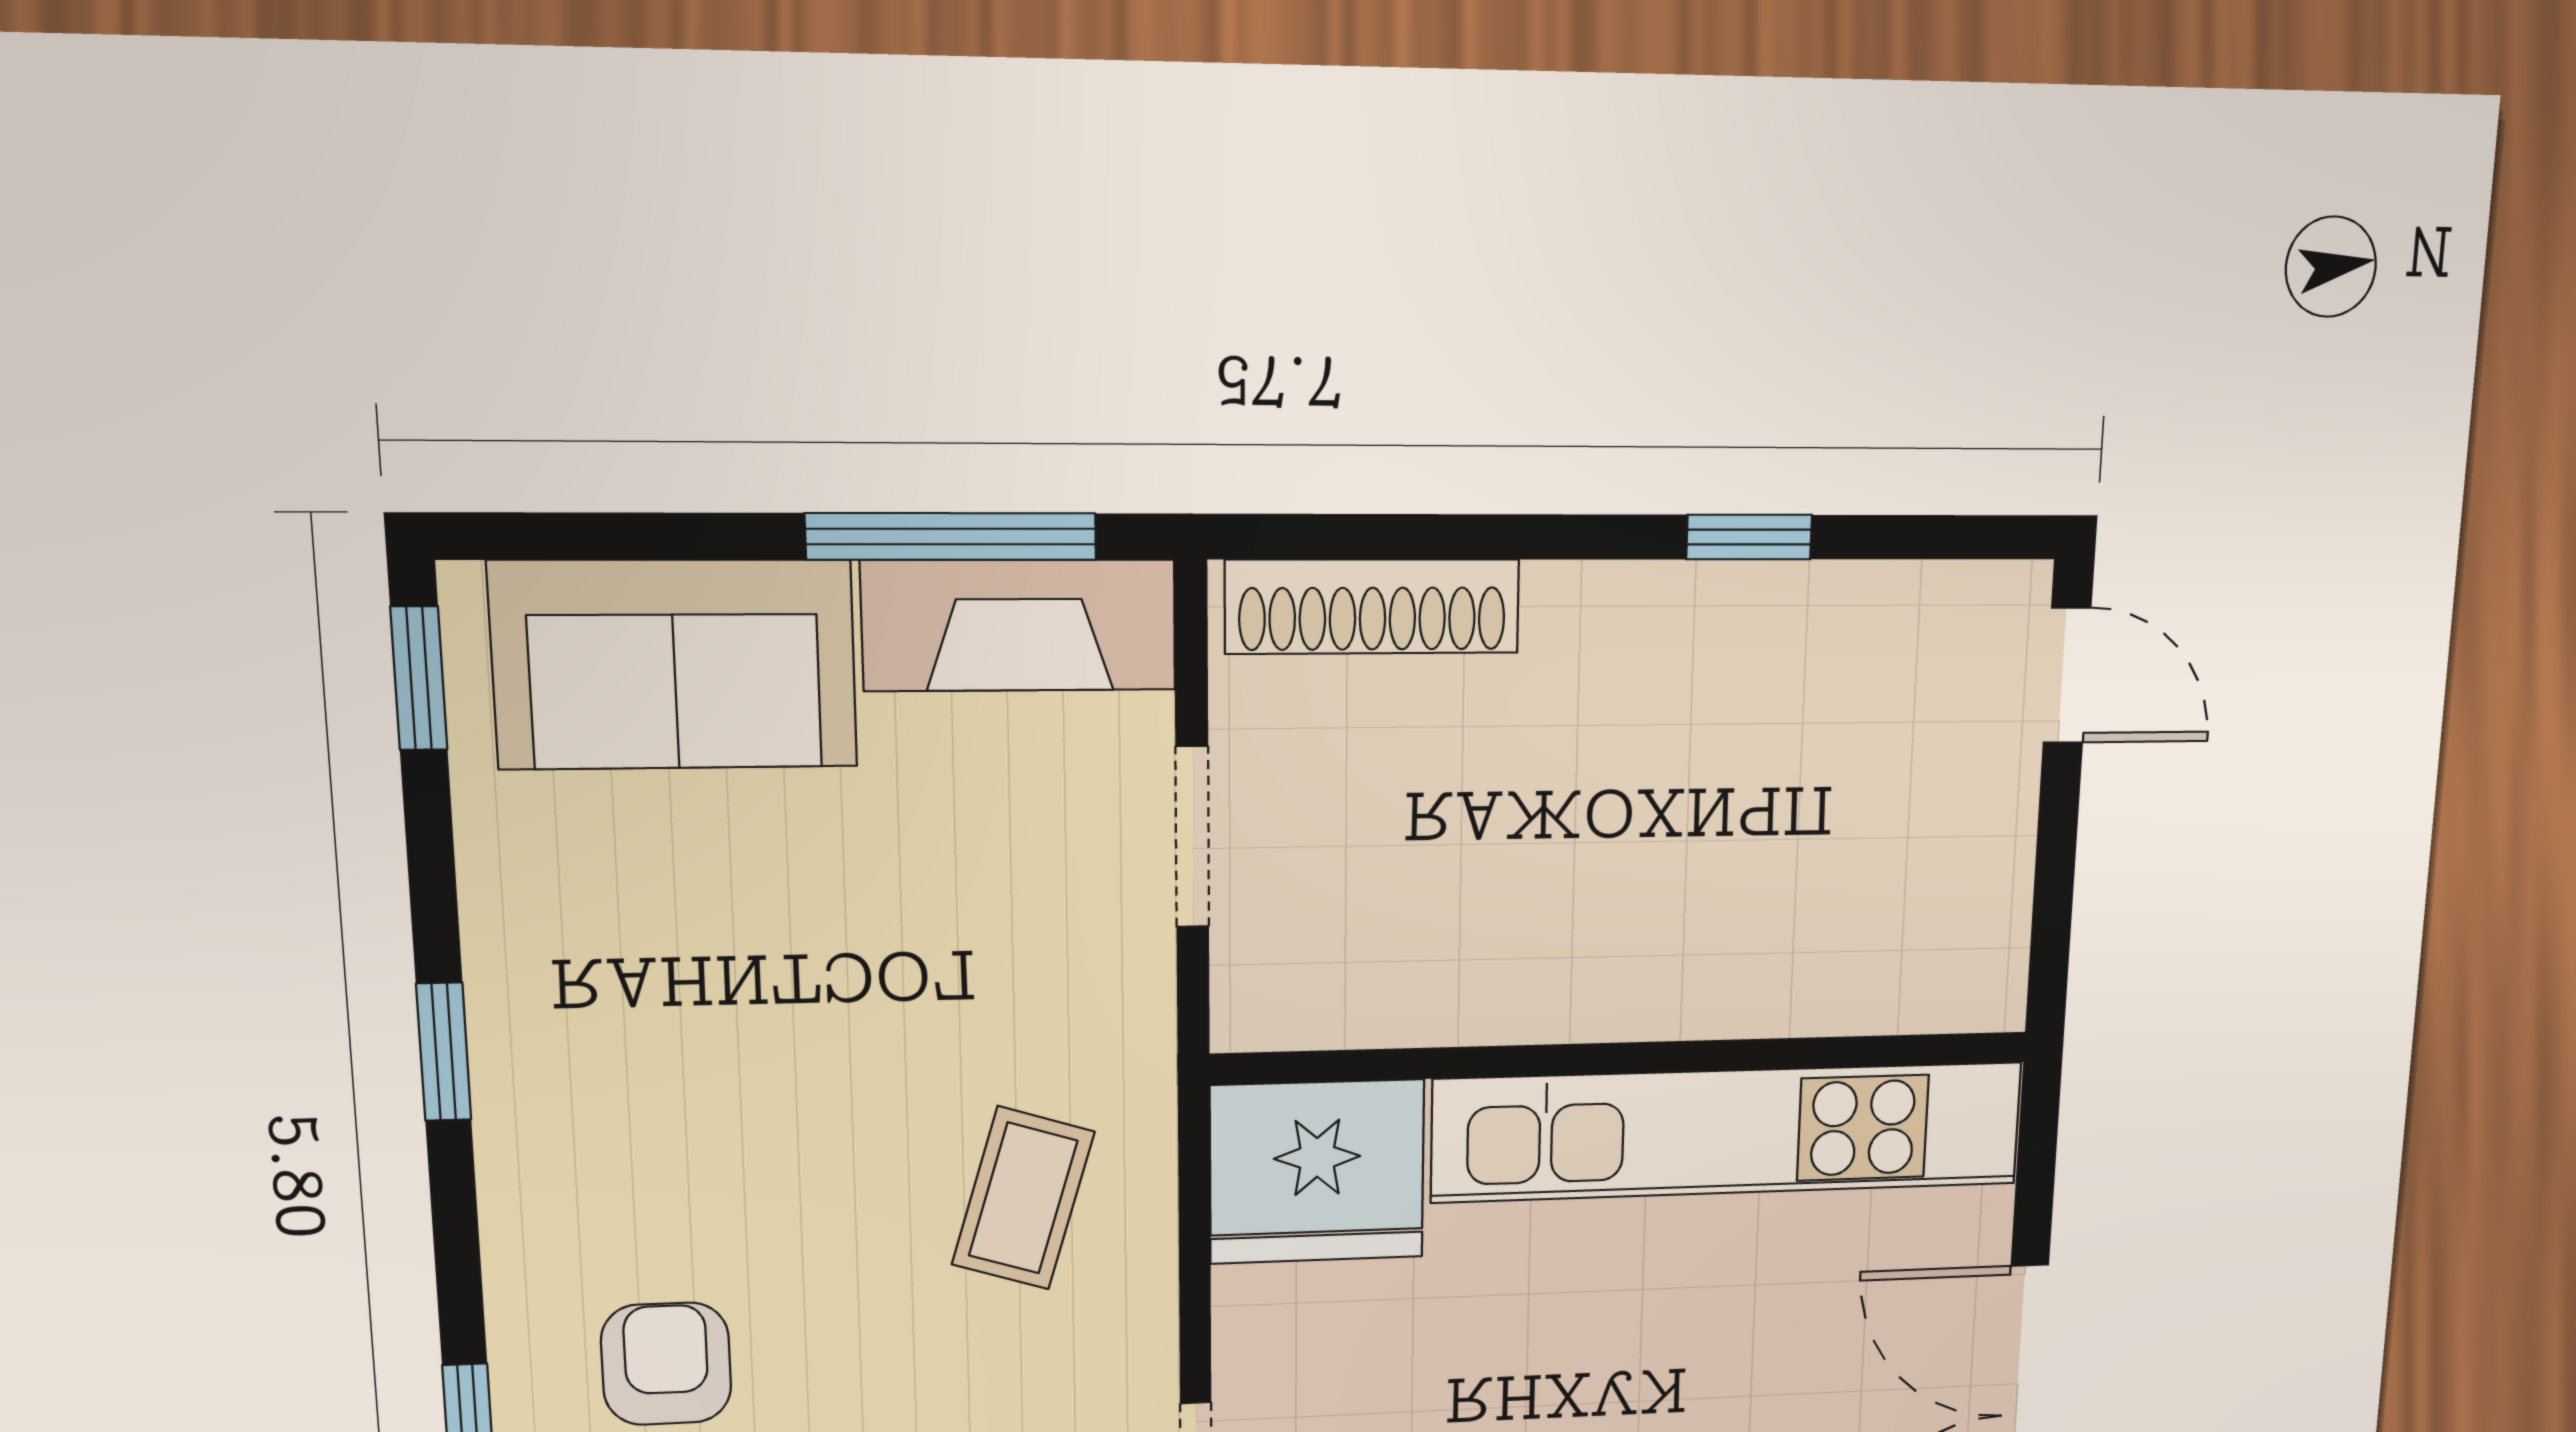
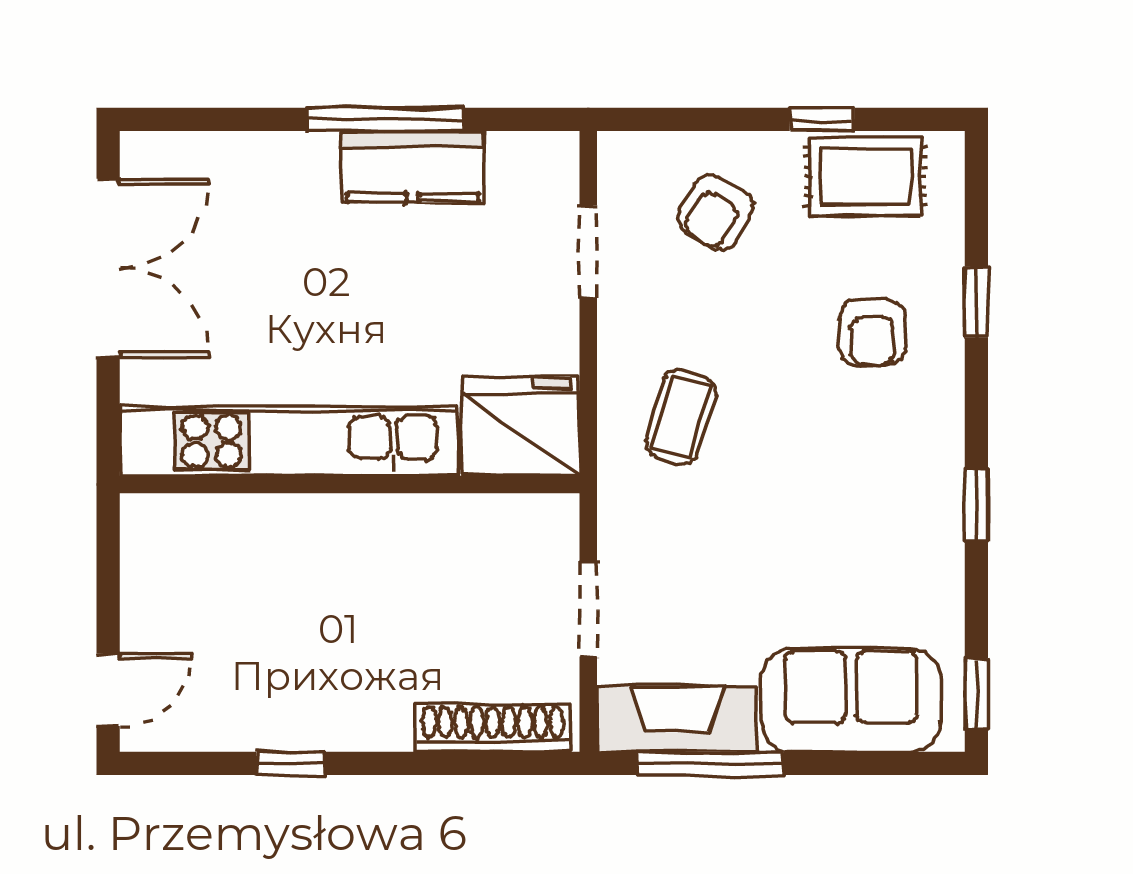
door: (2067, 675) -> (108, 690), swing flipped

